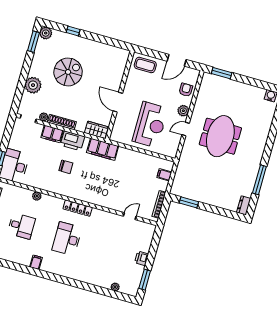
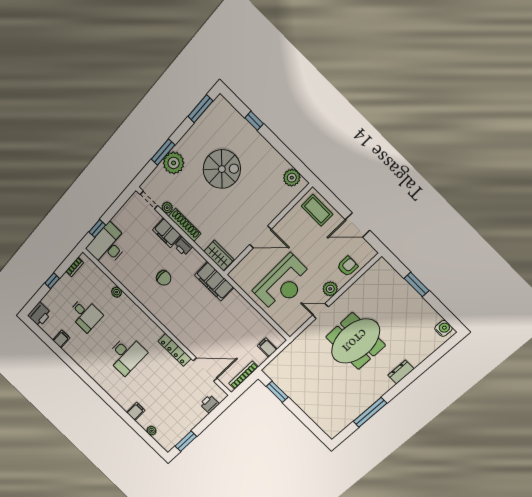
plant: (46, 33) -> (292, 178), moved
window: (222, 73) -> (417, 284), moved
window: (22, 82) -> (163, 152), added
door: (118, 102) -> (260, 237), swing flipped
printer: (72, 141) -> (183, 246), width x0.53, depth x0.68
dresser: (244, 205) -> (401, 372), moved
locker: (78, 208) -> (175, 350), moved
door: (130, 216) -> (205, 370), width x1.88
desk: (67, 239) -> (126, 355), turned 180
printer: (141, 258) -> (209, 404), moved
filing cabinet: (36, 262) -> (61, 339), moved
filing cabinet: (96, 279) -> (136, 411), added

